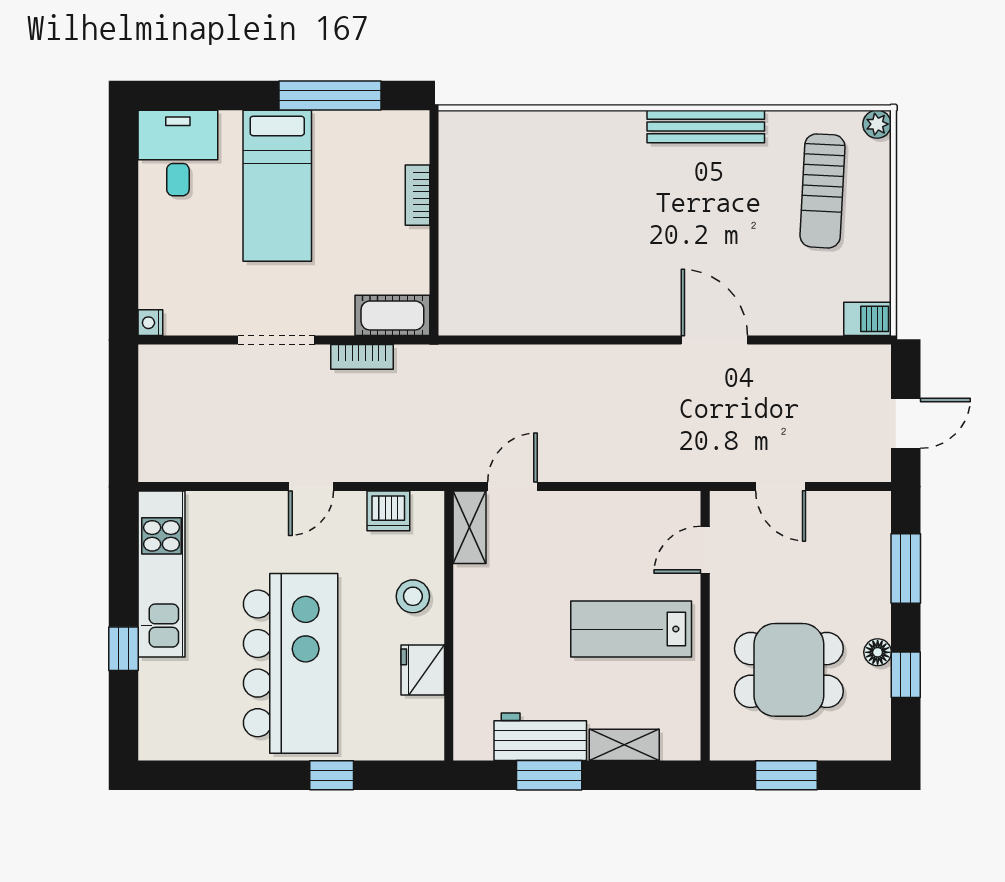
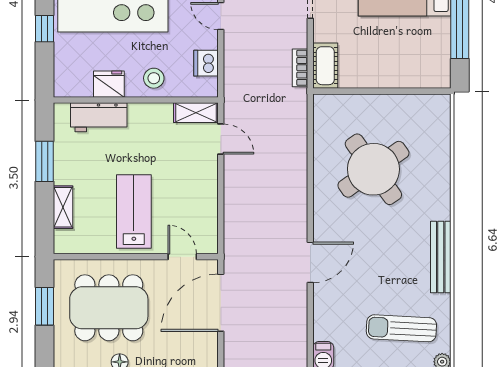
bookcase: (418, 195) -> (399, 81), removed
round table: (562, 237) -> (373, 169), added
bookcase: (362, 357) -> (300, 68), moved
door: (781, 487) -> (221, 303), width x1.88
dining table: (789, 670) -> (109, 308), width x1.38
workbench: (540, 737) -> (99, 117), moved, turned 90

